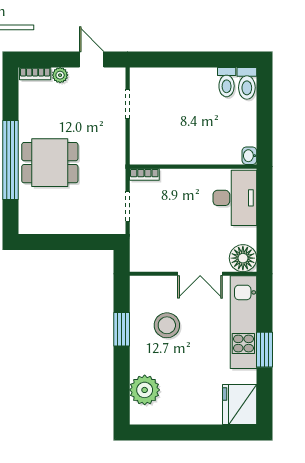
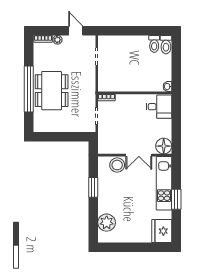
dining table: (50, 163) -> (52, 91), width x1.38
desk: (235, 198) -> (159, 107), width x0.73
stool: (167, 325) -> (117, 165), moved

